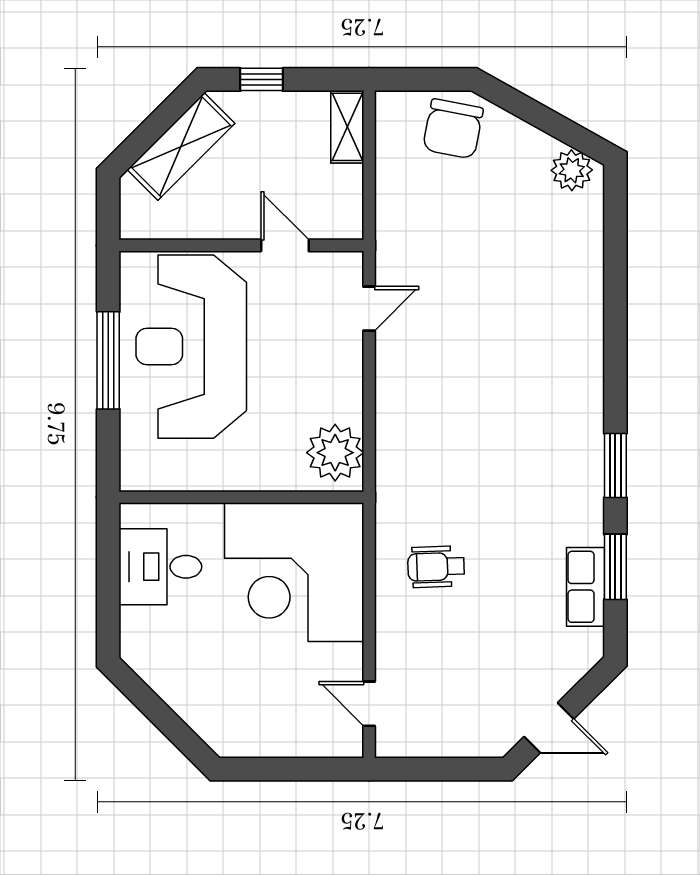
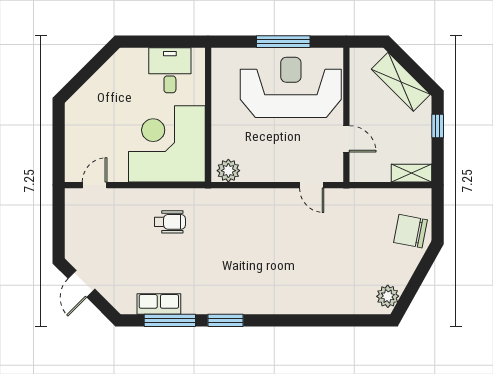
door: (285, 245) -> (346, 139), hinge flipped
plant: (335, 453) -> (228, 171), width x0.73, depth x0.73
wheelchair: (436, 567) -> (170, 222), turned 92
window: (615, 567) -> (170, 320), width x1.44

